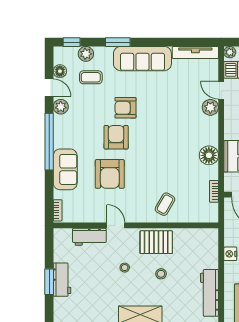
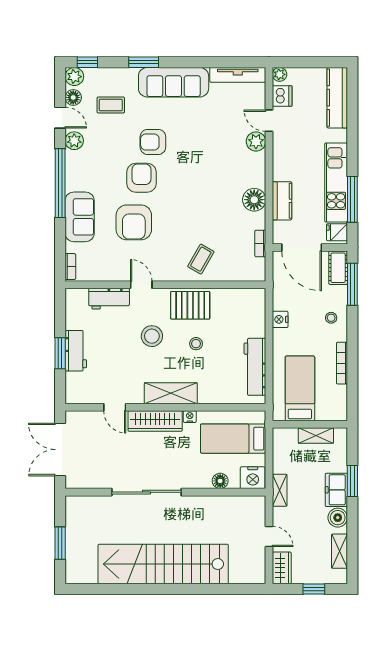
plant: (86, 54) -> (74, 77), moved
stool: (125, 268) -> (152, 336), width x1.89, depth x1.89

